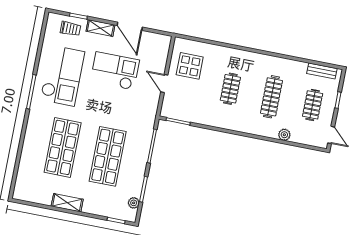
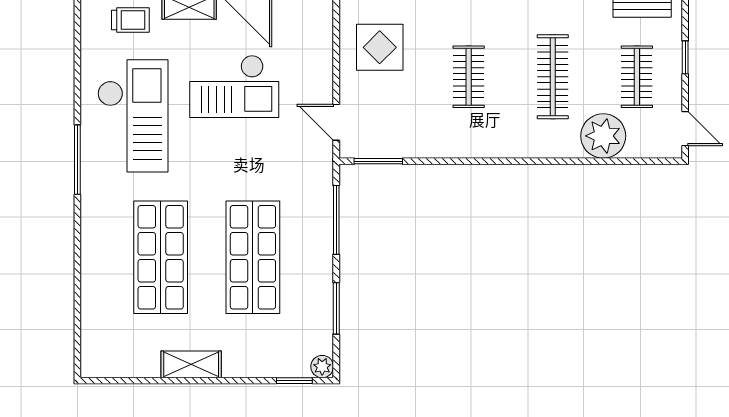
checkout: (115, 71) -> (234, 86), turned 180
door: (164, 84) -> (336, 122), moved
plant: (284, 135) -> (603, 136), width x1.87, depth x1.87
plant: (134, 203) -> (322, 367), moved

